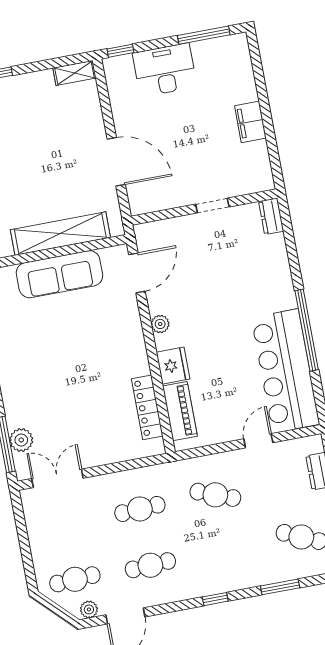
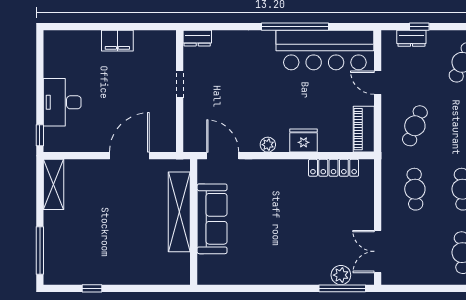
window: (204, 35) -> (40, 65), removed
shelving: (74, 73) -> (53, 184), width x1.50, depth x1.33
piano: (180, 411) -> (364, 129), moved, turned -90

